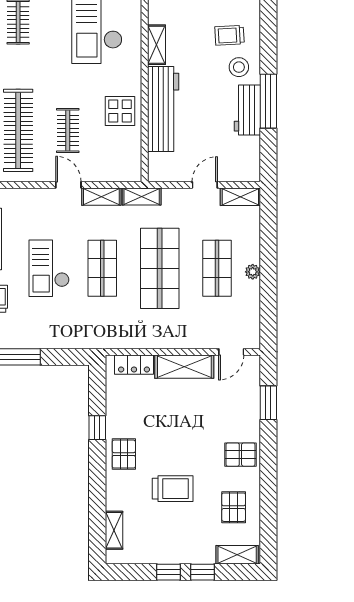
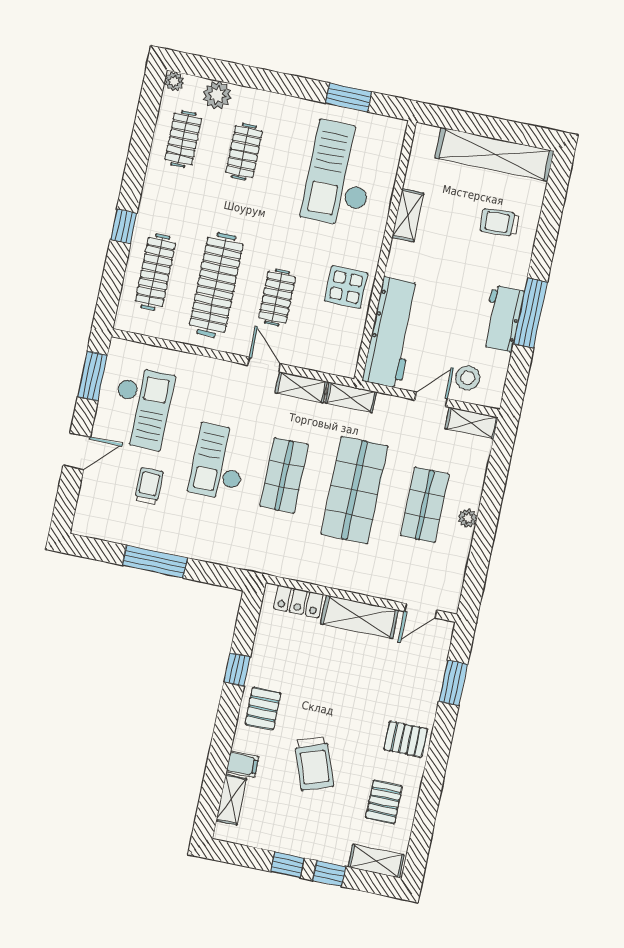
stool: (239, 67) -> (468, 378), moved
workbench: (163, 109) -> (392, 333), moved
trolley: (173, 489) -> (314, 764), turned 70
filing cabinet: (117, 501) -> (242, 764), added

